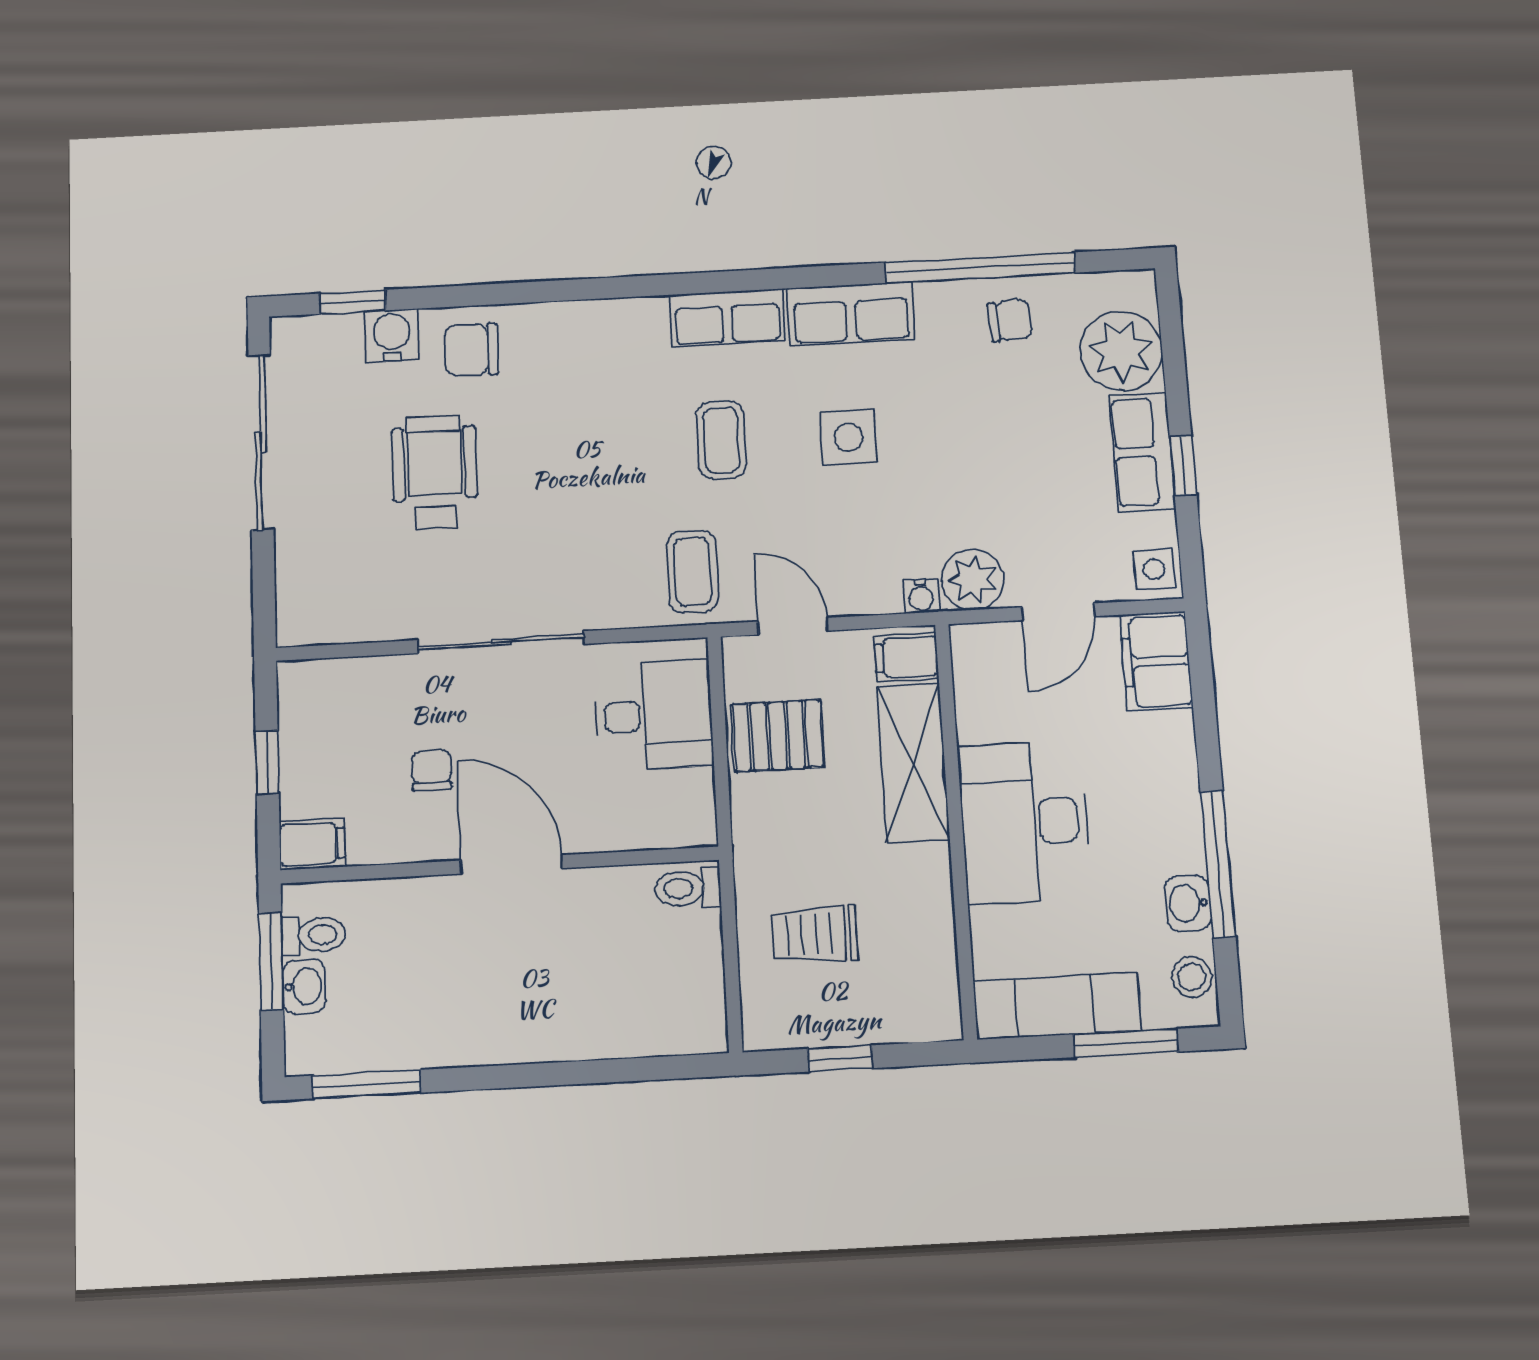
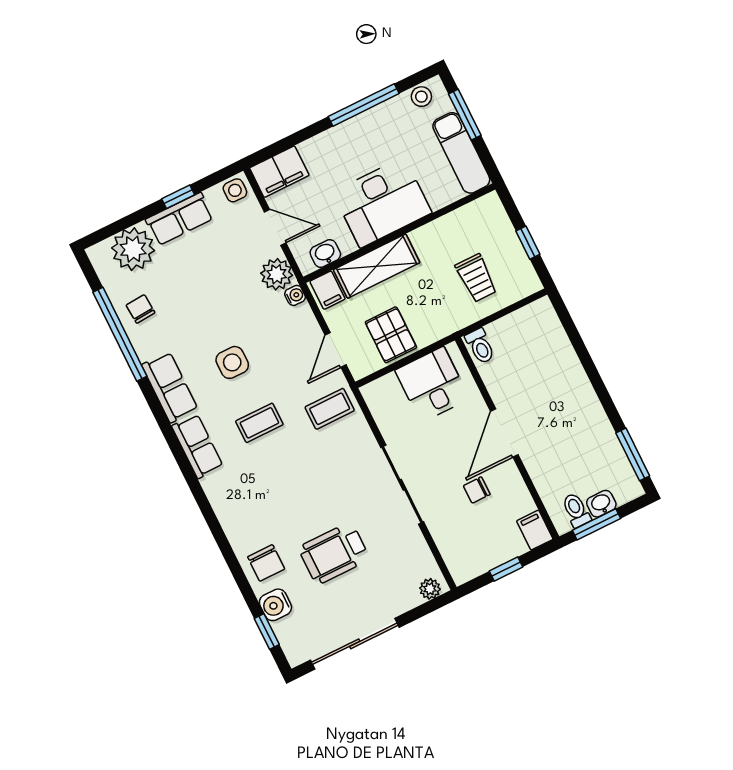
plant: (295, 613) -> (430, 589), added
desk: (654, 715) -> (432, 384), moved
washbasin: (1188, 903) -> (325, 254), moved, turned 180

